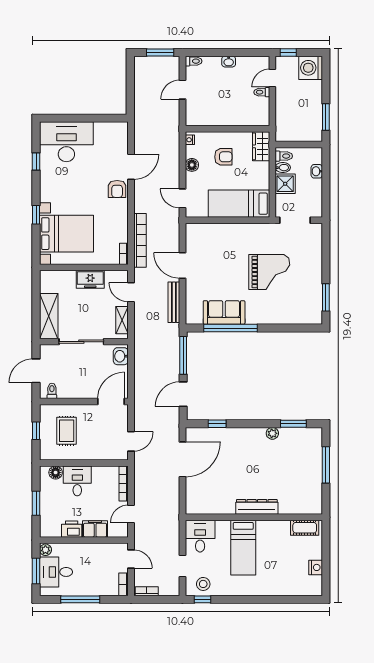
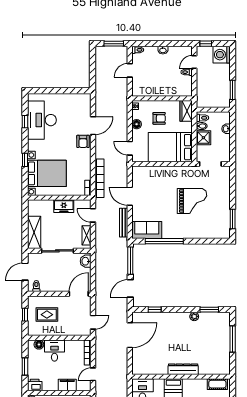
desk: (66, 142) -> (42, 120), moved, turned -90
bed: (239, 204) -> (170, 147), width x1.50
sofa: (224, 312) -> (147, 230), moved
rug: (67, 431) -> (47, 315), turned 90
printer: (72, 529) -> (35, 385), moved

